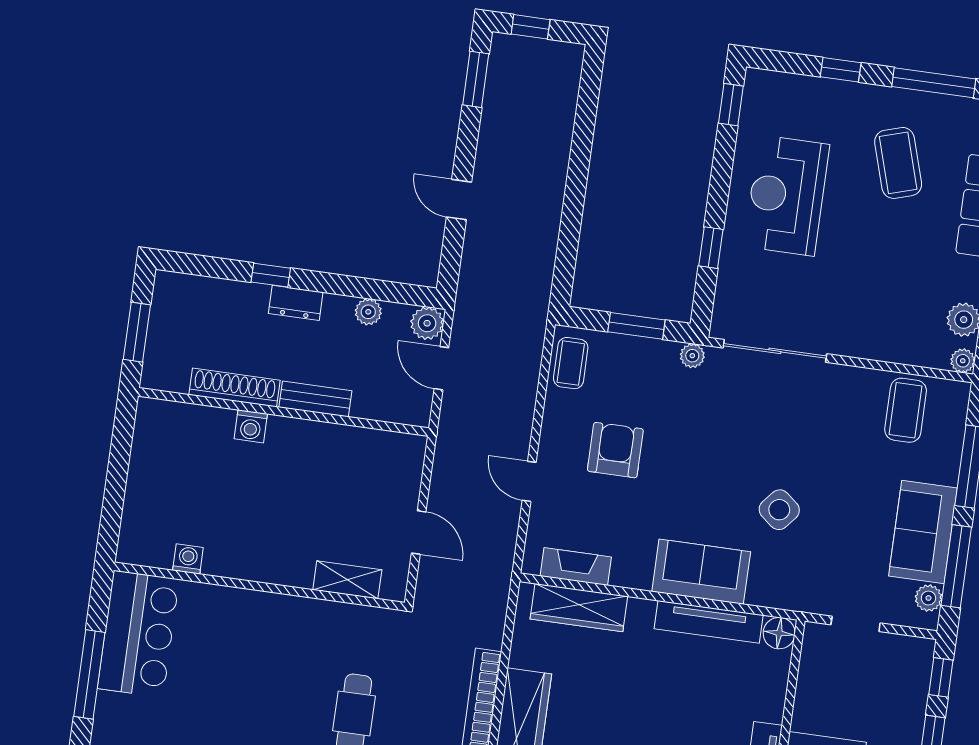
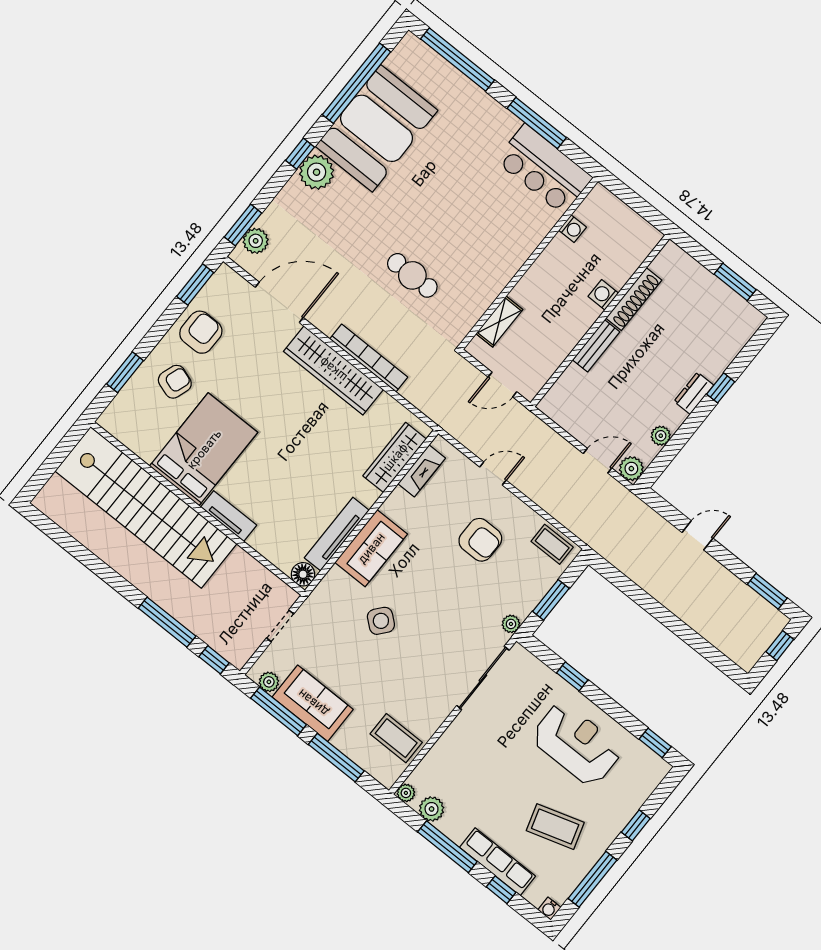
shoe rack: (235, 388) -> (634, 299), moved
bench: (315, 399) -> (596, 346), moved
wall: (283, 412) -> (600, 321), moved
washing machine: (251, 426) -> (603, 295), moved

